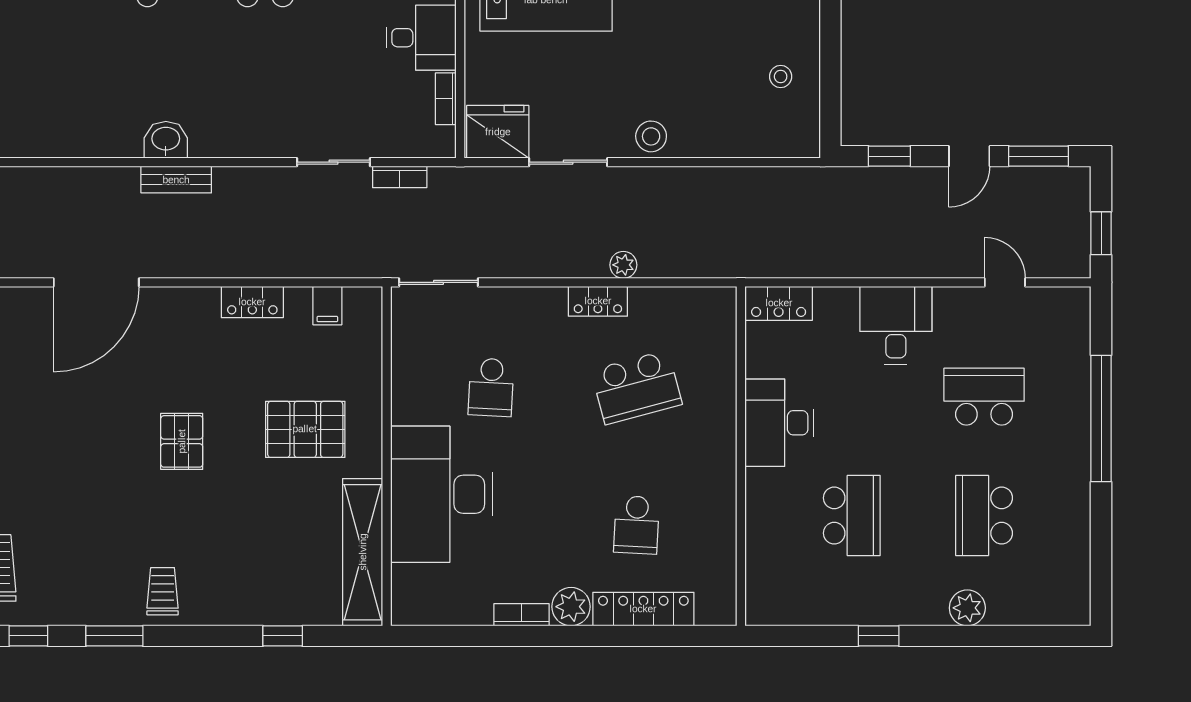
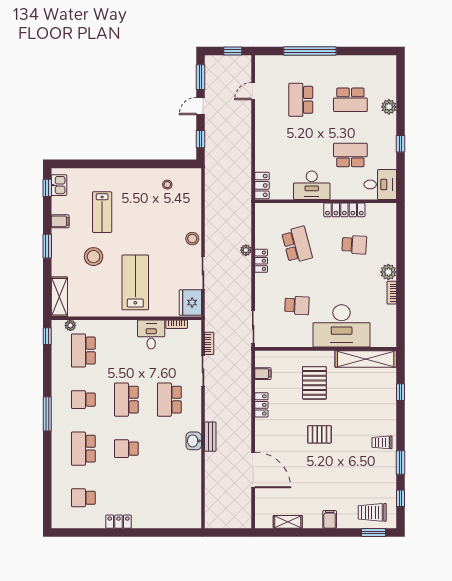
school desk: (265, 81) -> (169, 400), added
door: (969, 156) -> (200, 106), swing flipped
desk: (896, 325) -> (380, 184), moved, turned 180
locker: (643, 609) -> (344, 210), moved, turned -90

